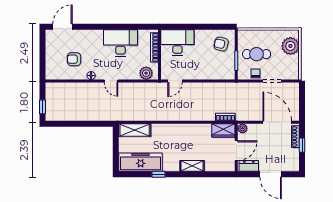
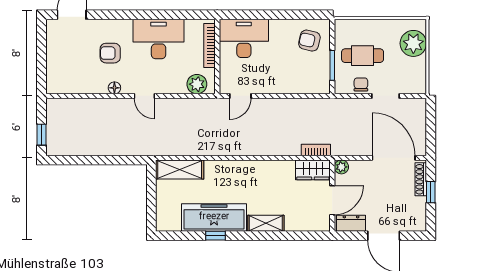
armchair: (74, 59) -> (110, 53), moved
freezer: (141, 162) -> (214, 217), moved

